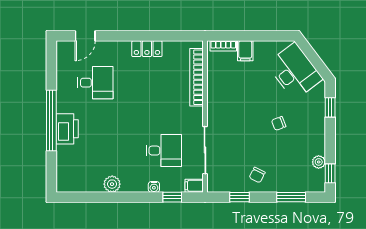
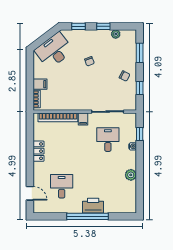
window: (330, 173) -> (103, 26), moved
filing cabinet: (194, 186) -> (83, 119), moved

